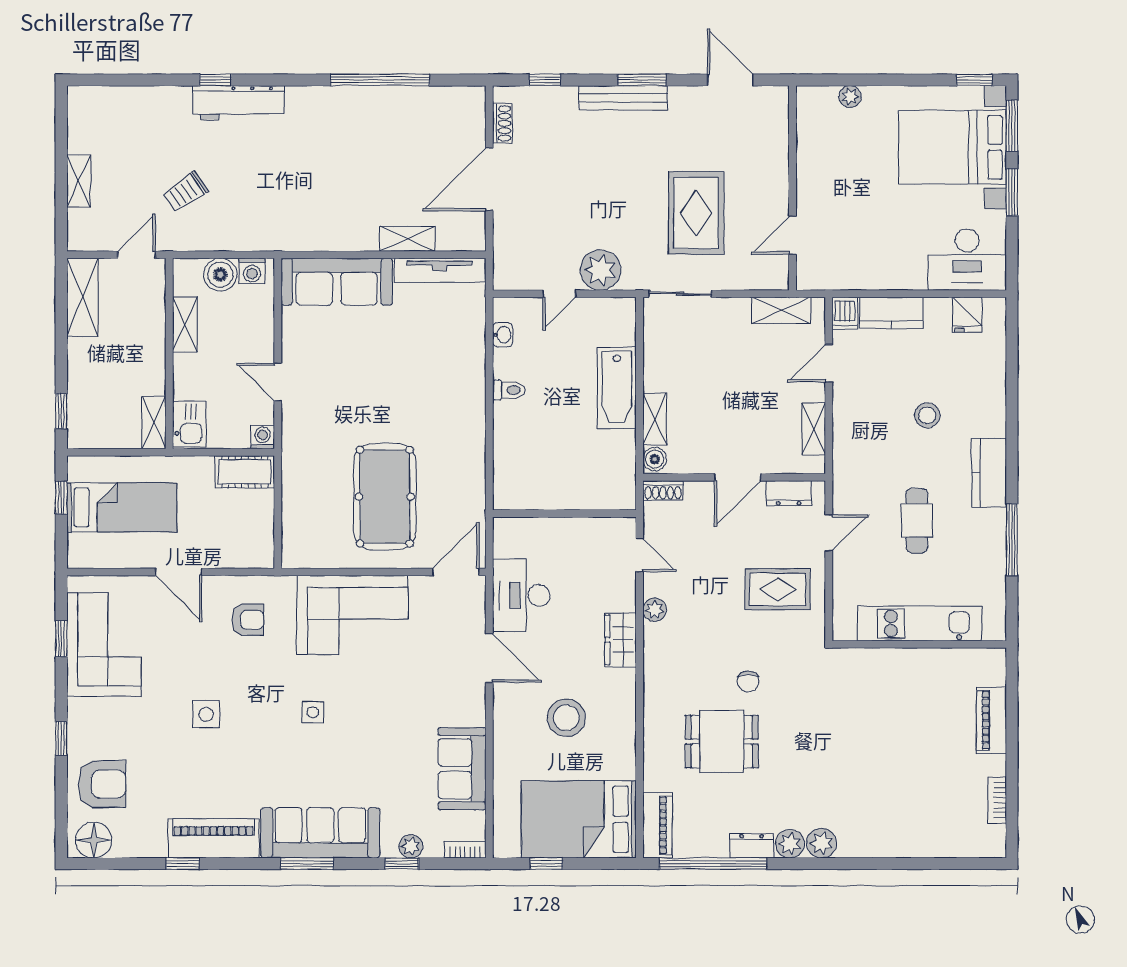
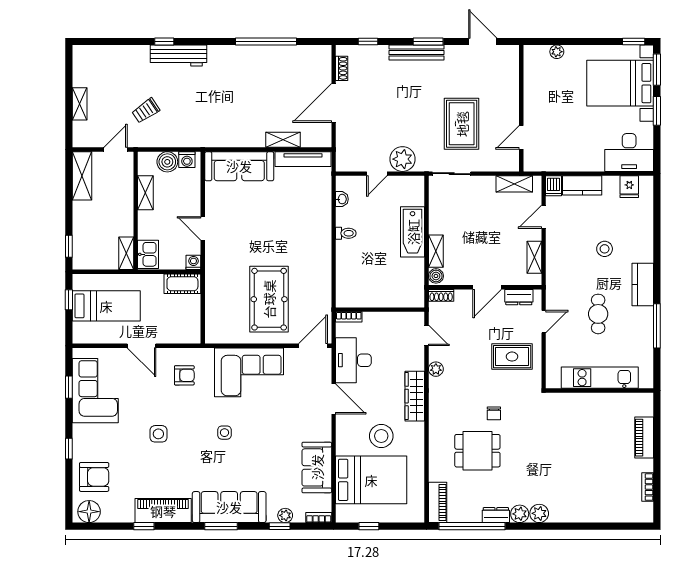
bookcase: (514, 525) -> (349, 317), added
wardrobe: (620, 640) -> (415, 396), width x1.50
bed: (579, 819) -> (371, 480), moved, turned 180

